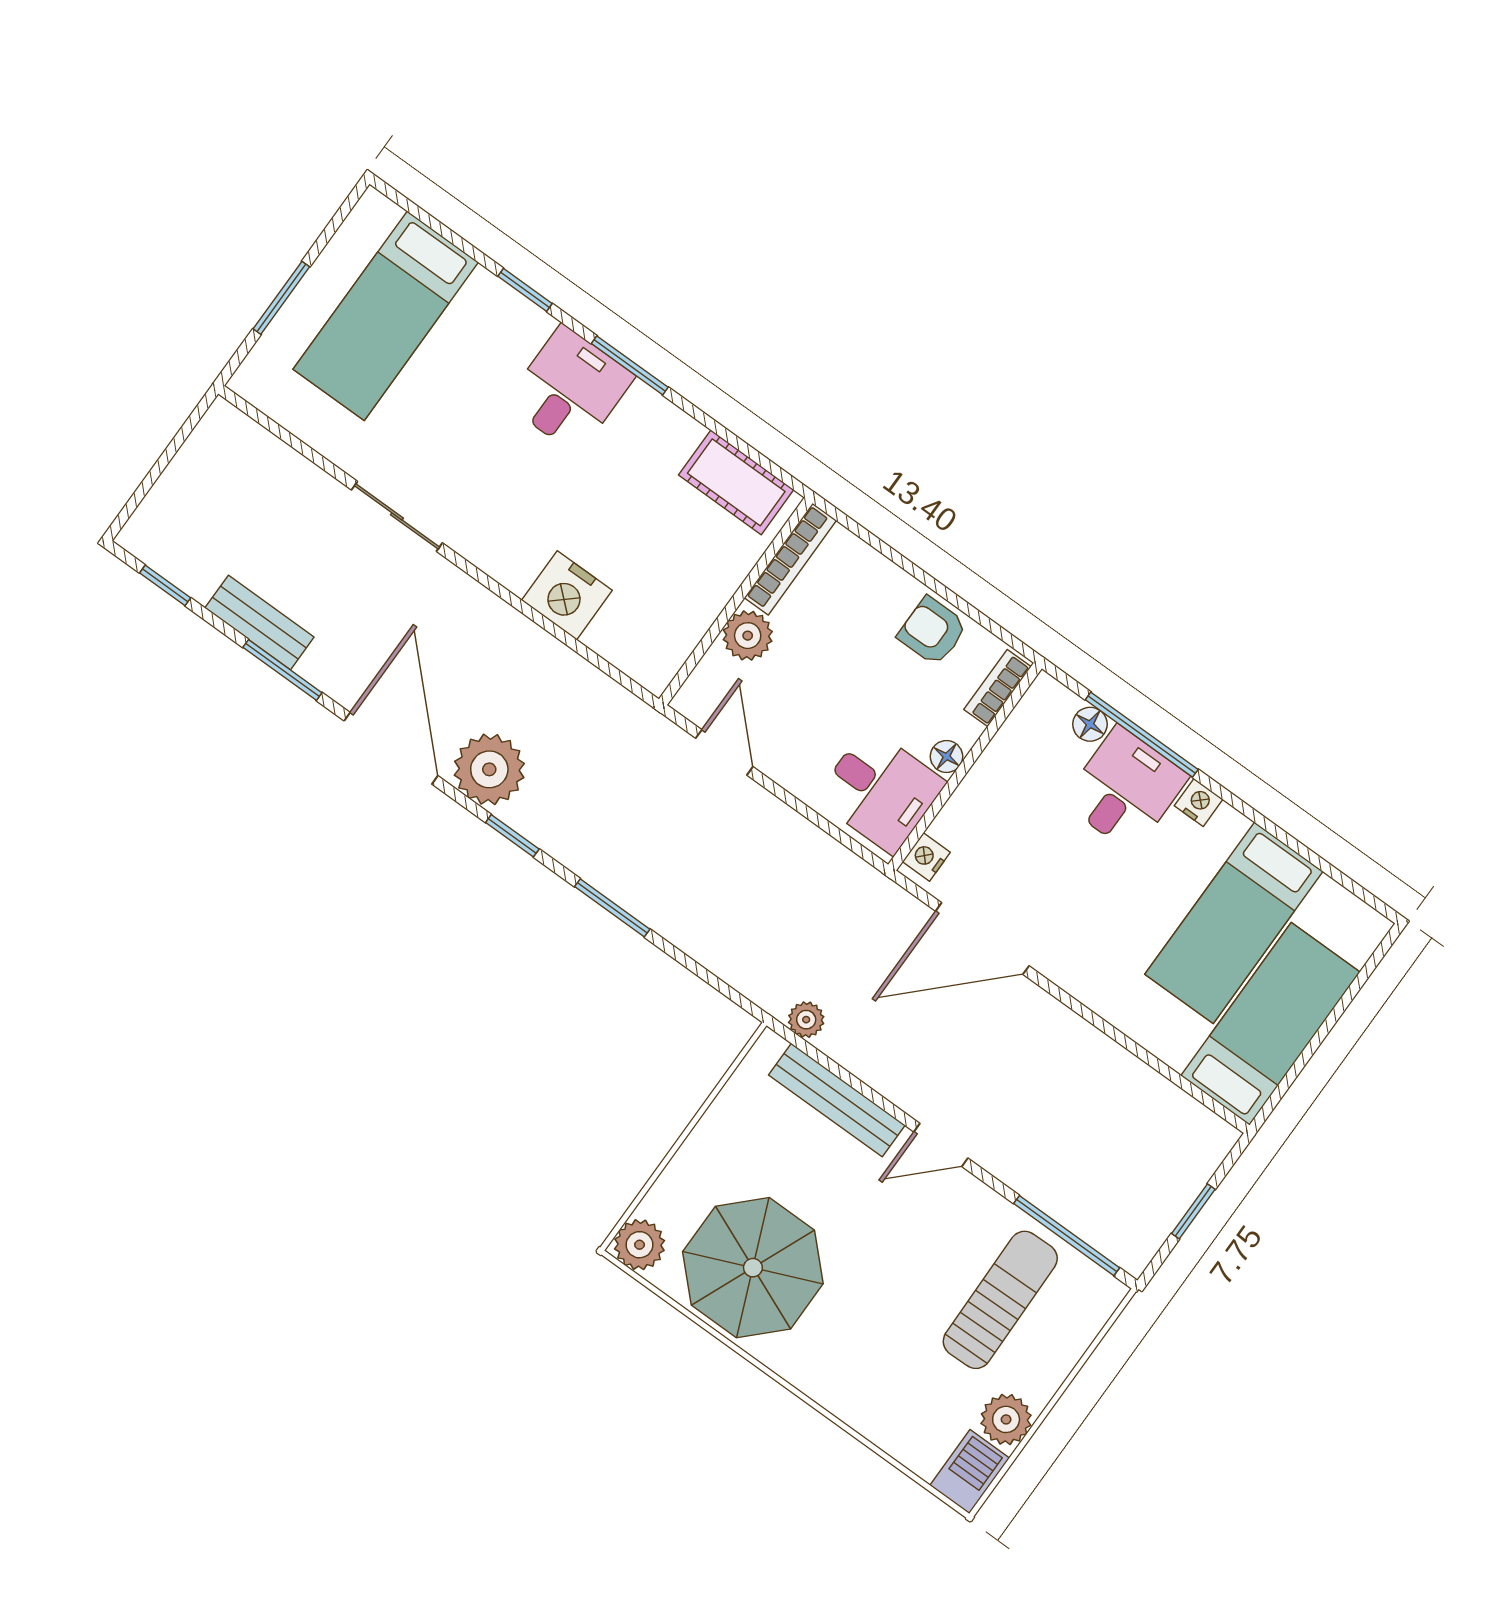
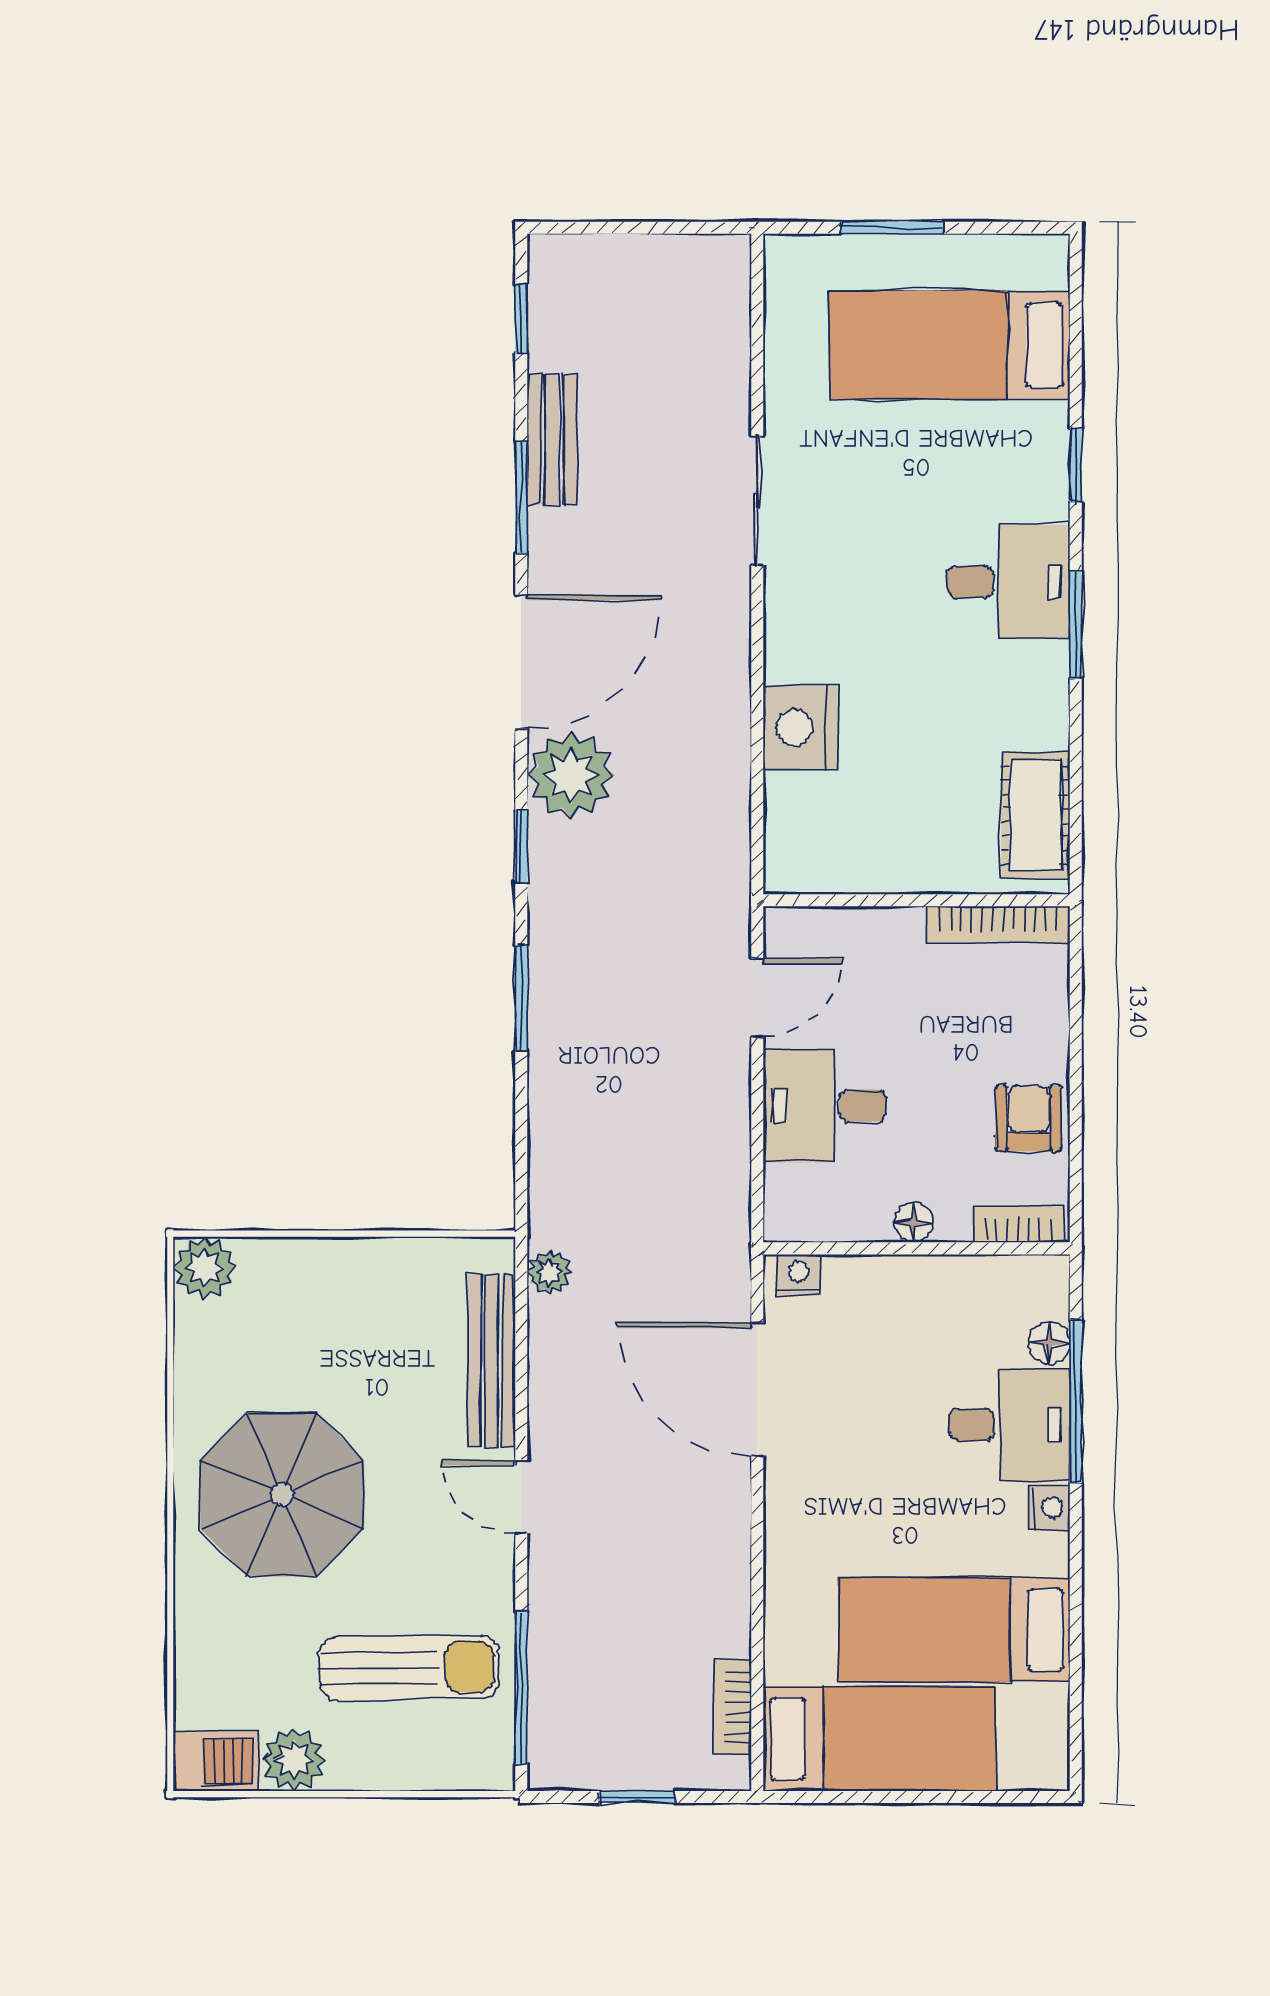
plant: (748, 636) -> (891, 937), removed
desk: (880, 790) -> (825, 1106), moved, turned 90
bookcase: (1180, 1106) -> (732, 1707), added
parasol: (753, 1268) -> (282, 1494), moved

